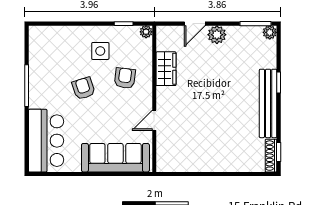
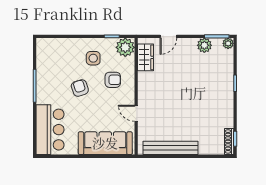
plant: (146, 32) -> (125, 47), width x1.88, depth x1.88
plant: (217, 35) -> (204, 45), moved
wardrobe: (166, 69) -> (146, 57), moved
armchair: (125, 78) -> (113, 80), turned 83
bench: (268, 103) -> (171, 148), moved, turned 90
door: (154, 120) -> (136, 113), hinge flipped

